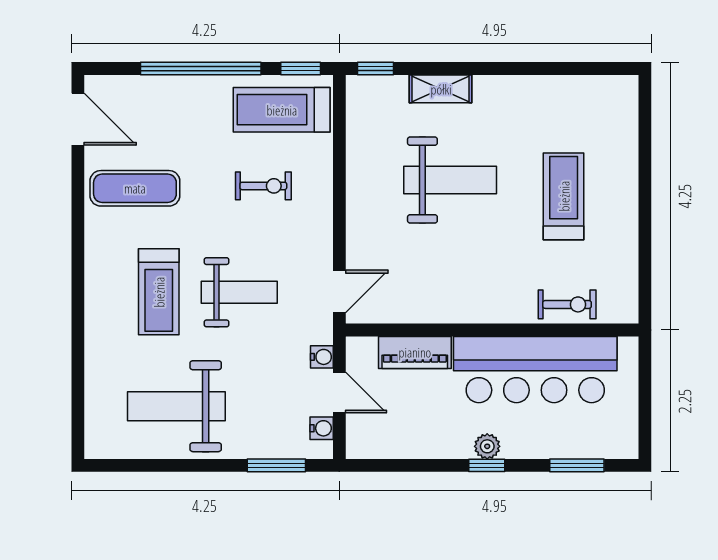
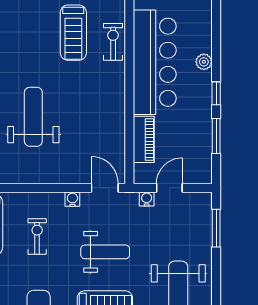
treadmill: (564, 196) -> (73, 33), moved, turned -90
weight bench: (239, 292) -> (105, 252), turned 90
water cooler: (322, 428) -> (72, 199), moved
plant: (487, 446) -> (204, 62), moved
window: (577, 465) -> (216, 136), moved

